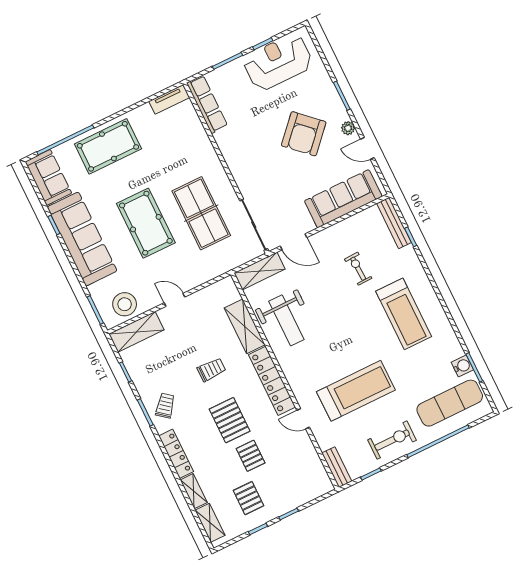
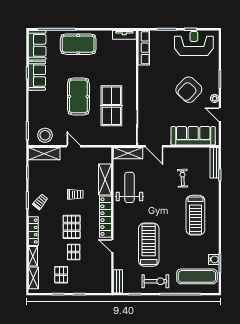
sofa: (82, 239) -> (37, 76), width x0.54, depth x0.79
weight bench: (286, 320) -> (129, 187), turned 180
treadmill: (356, 391) -> (149, 245), turned -90

